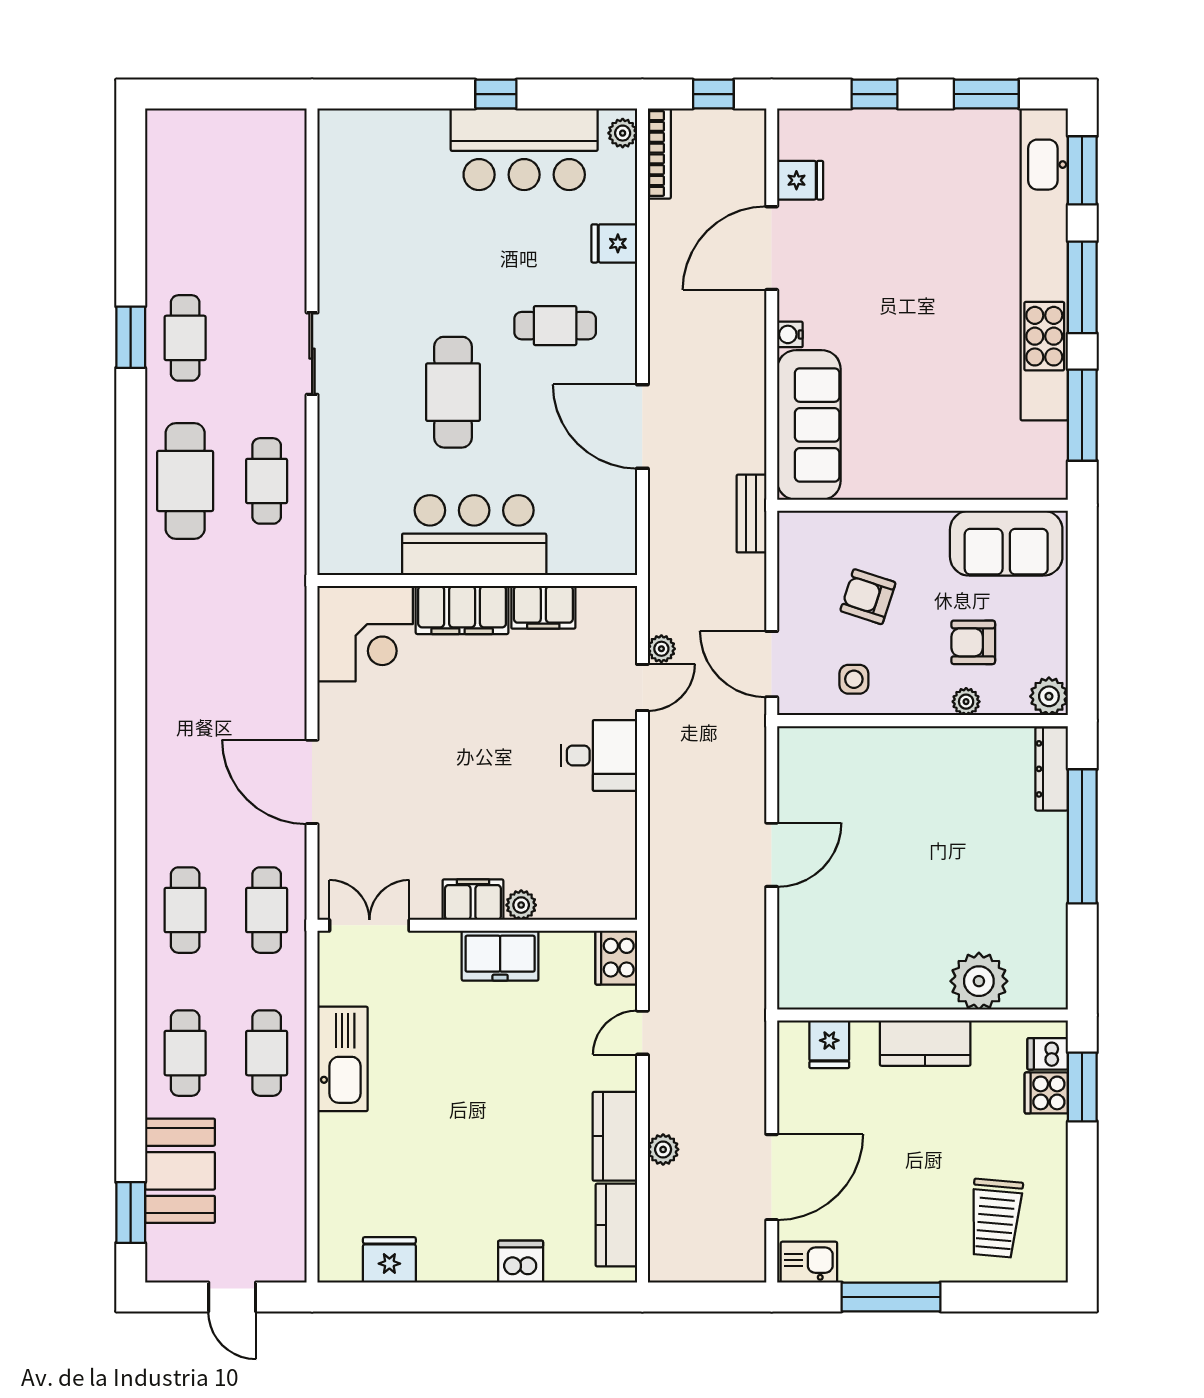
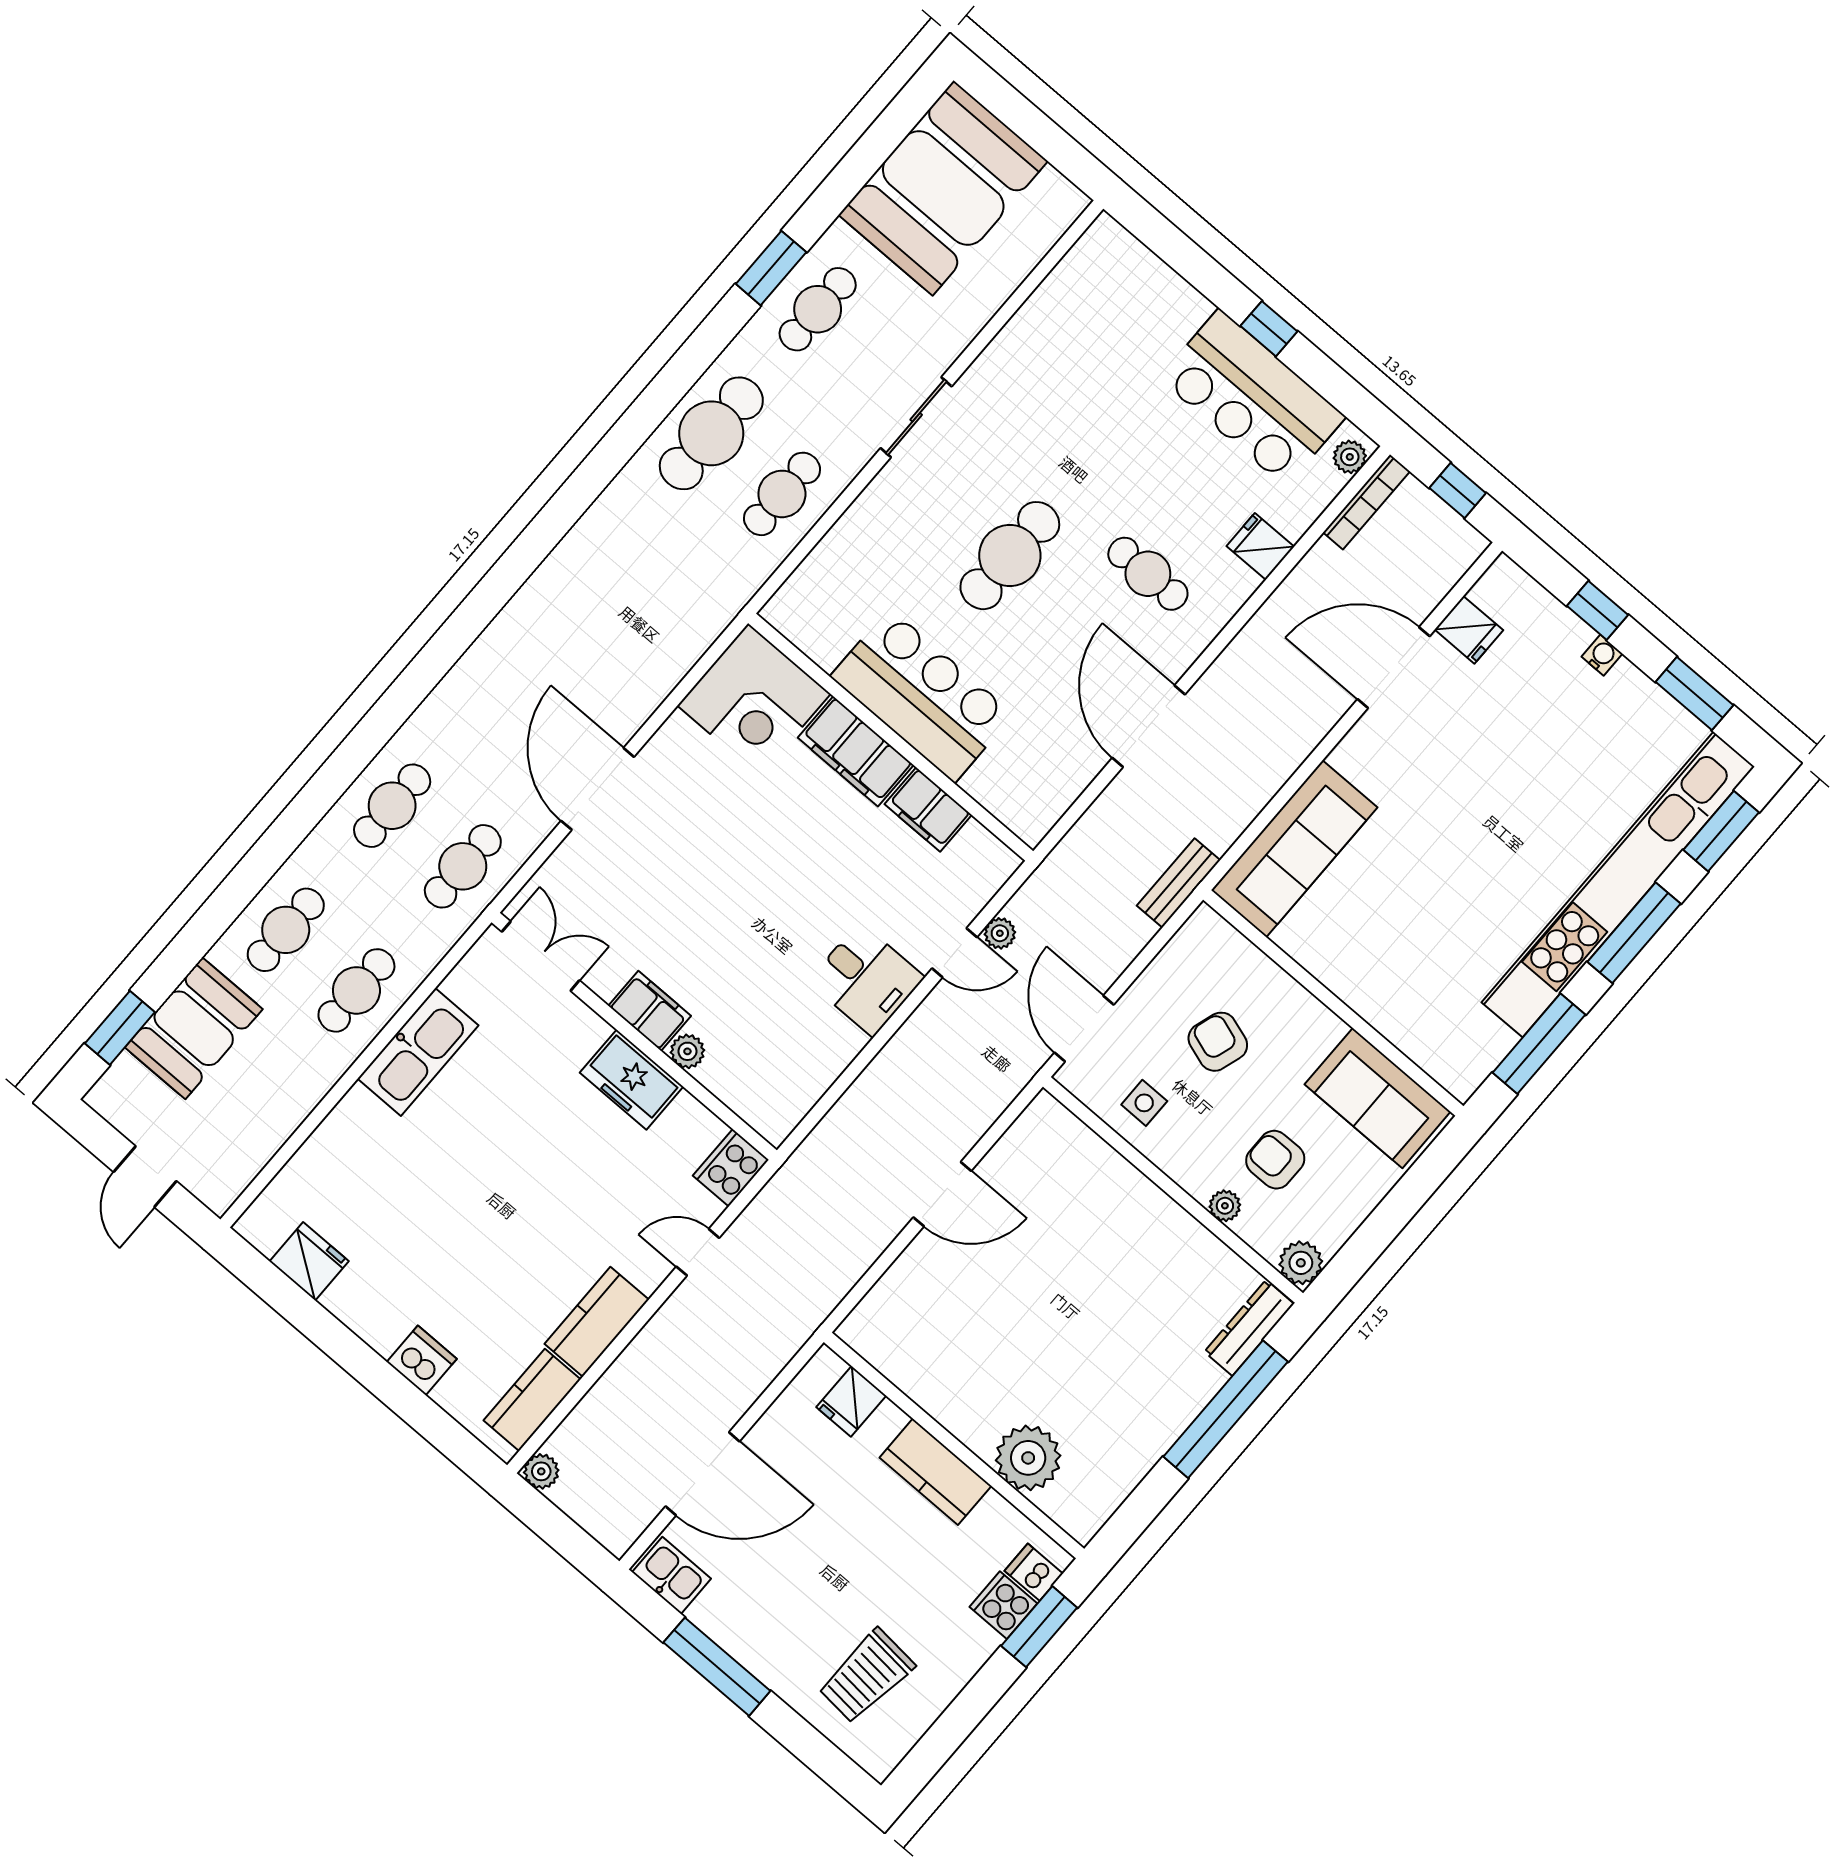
booth: (200, 186) -> (943, 188), added
water cooler: (790, 334) -> (1602, 655), moved, turned 90
plant: (663, 1149) -> (541, 1471), moved

